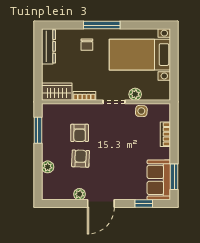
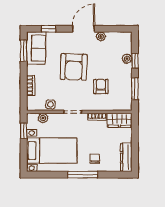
window: (174, 79) -> (24, 131), added
plant: (135, 94) -> (43, 118), moved
armchair: (81, 159) -> (74, 67), moved, width x1.88, depth x1.88
window: (38, 164) -> (135, 61), added

